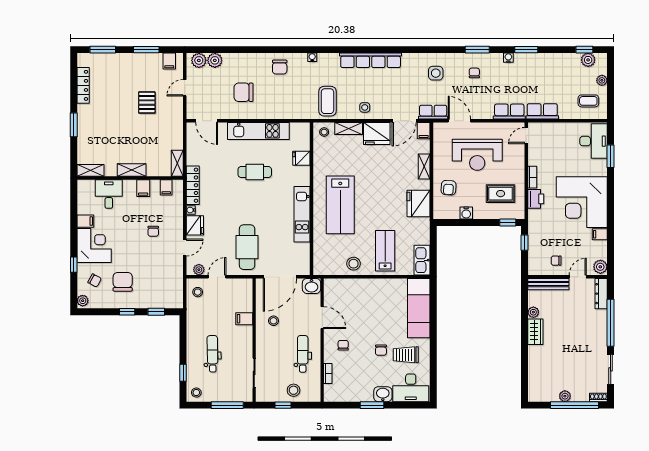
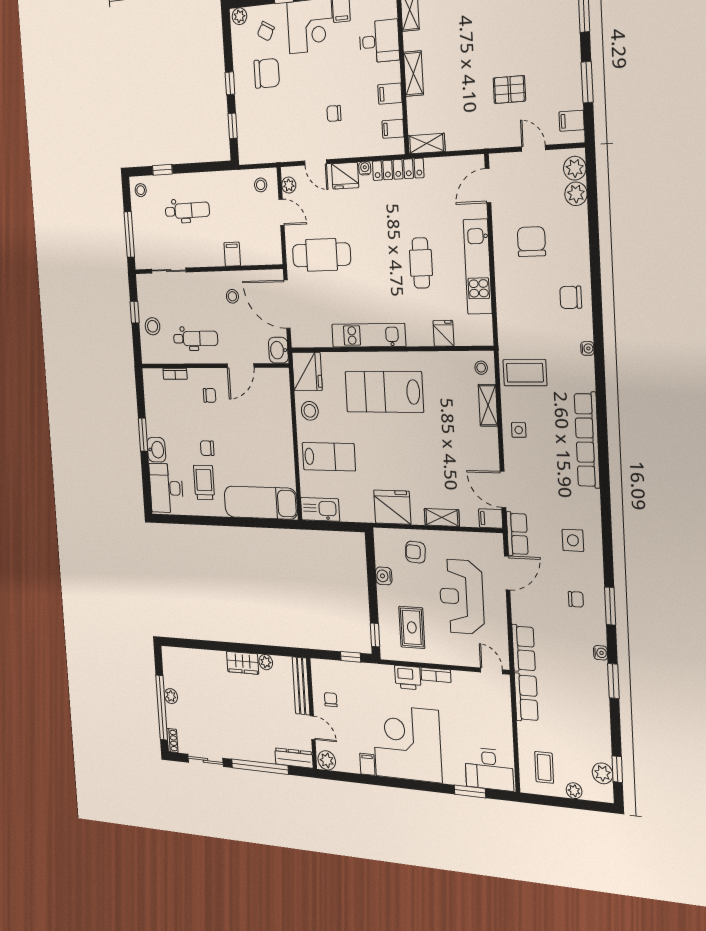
fridge: (377, 133) -> (307, 371), moved, turned 180

